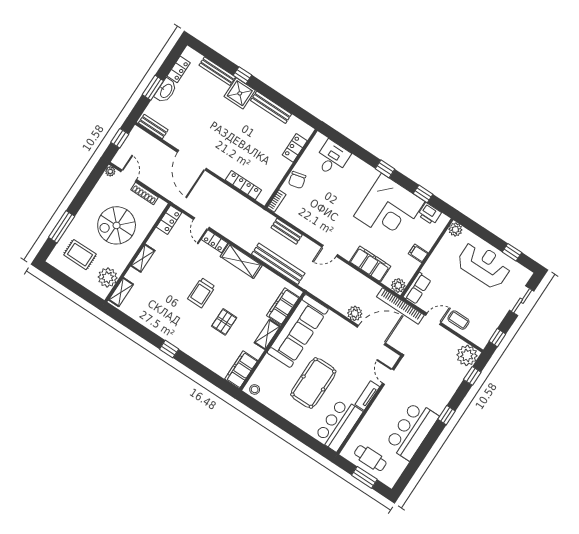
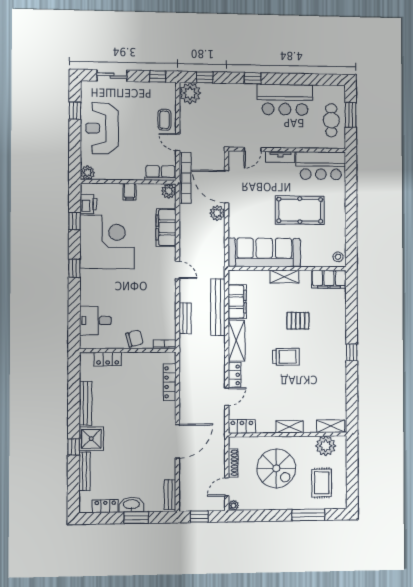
filing cabinet: (283, 306) -> (237, 302), moved, turned -90

